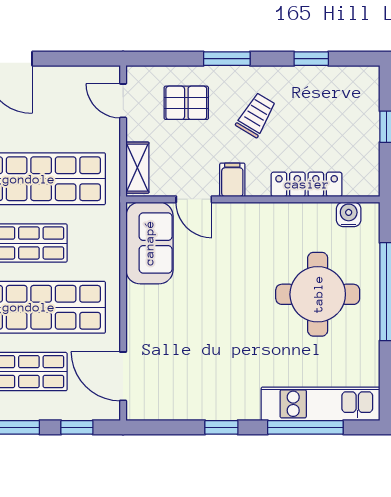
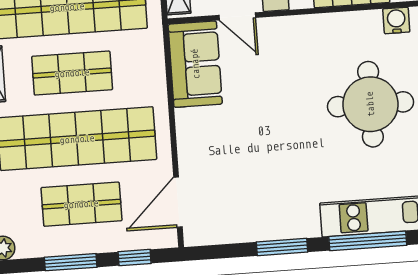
door: (123, 376) -> (178, 202), hinge flipped
window: (221, 427) -> (282, 247), width x1.50

